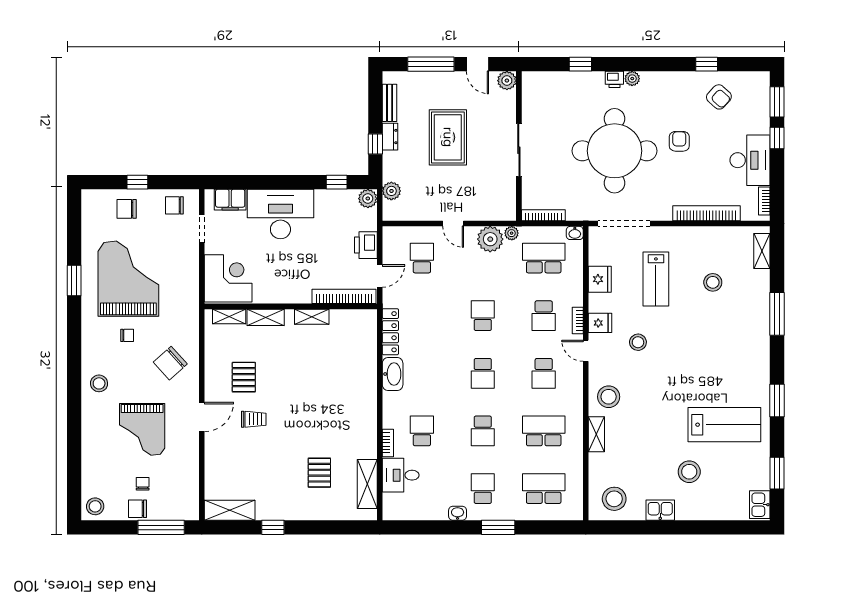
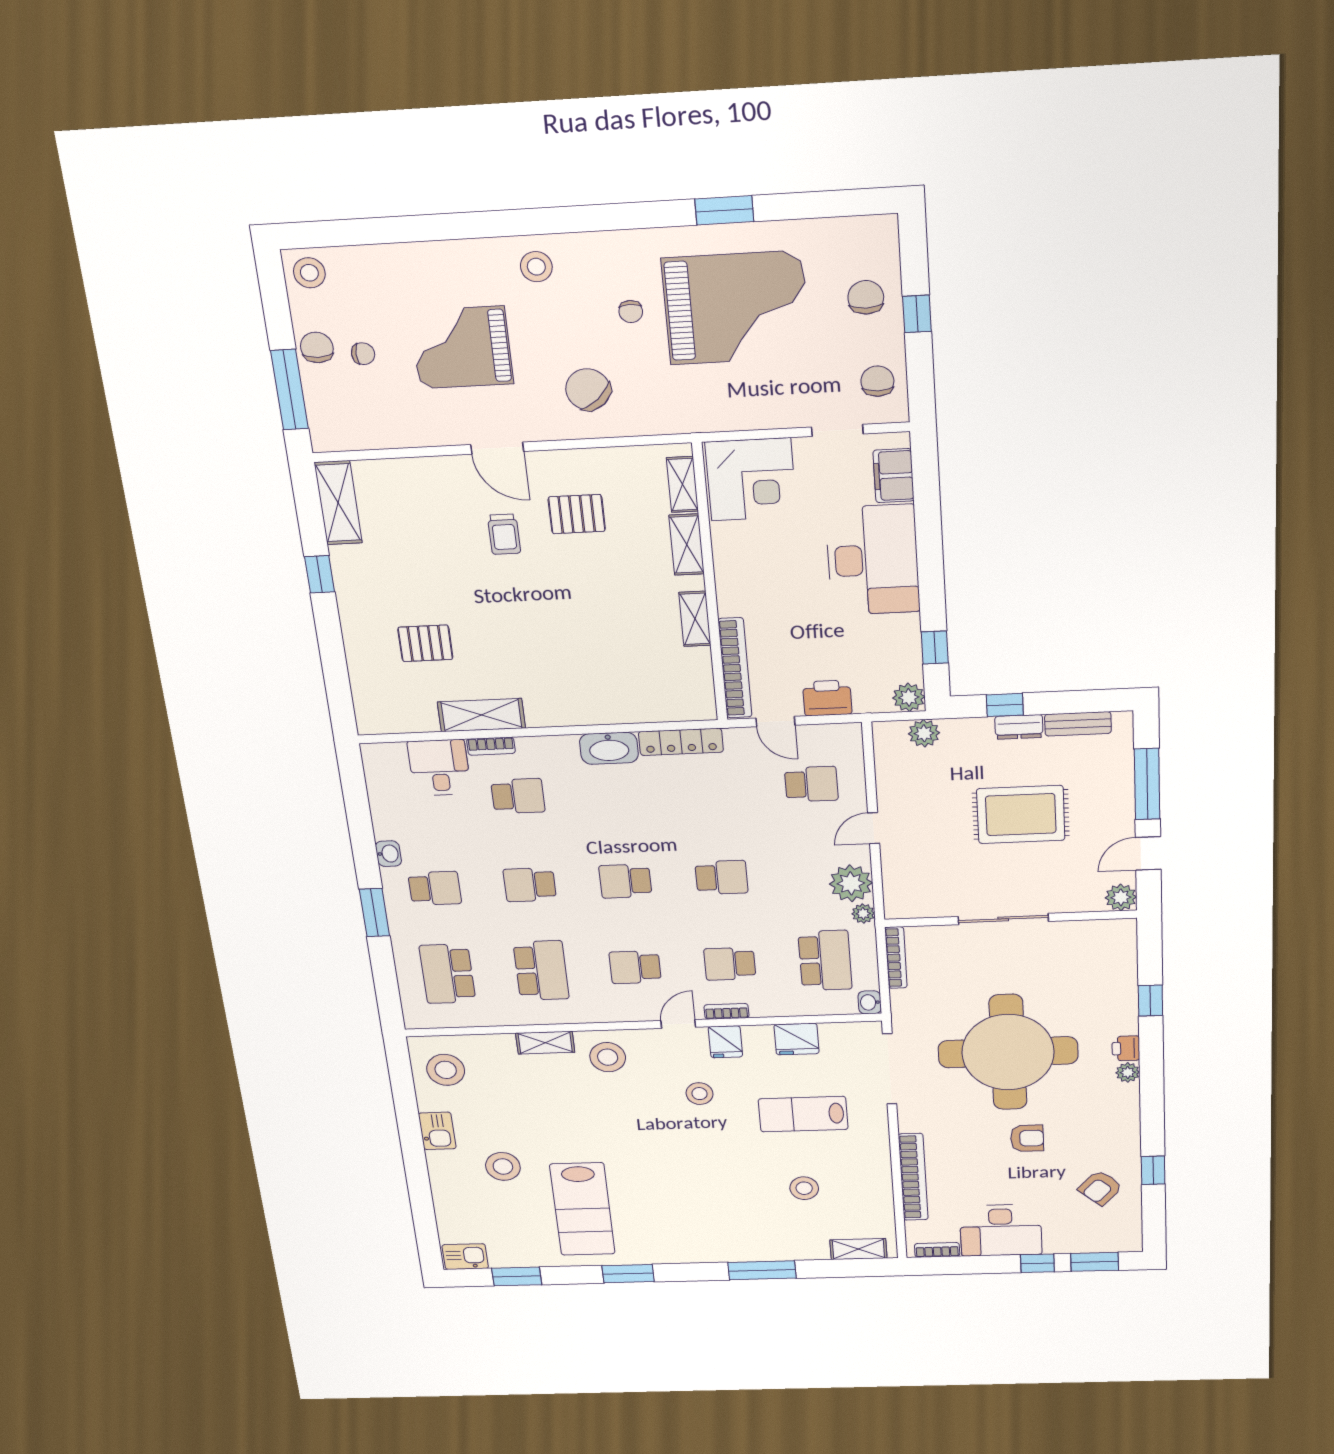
shelving: (367, 484) -> (481, 715), moved
school desk: (544, 489) -> (448, 974), turned 180

